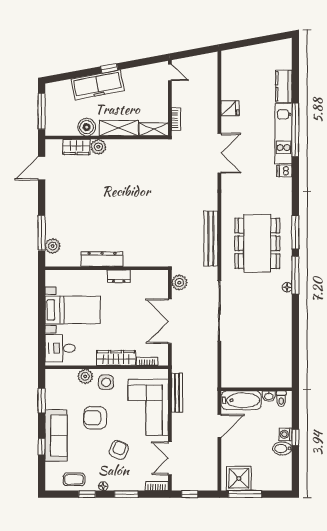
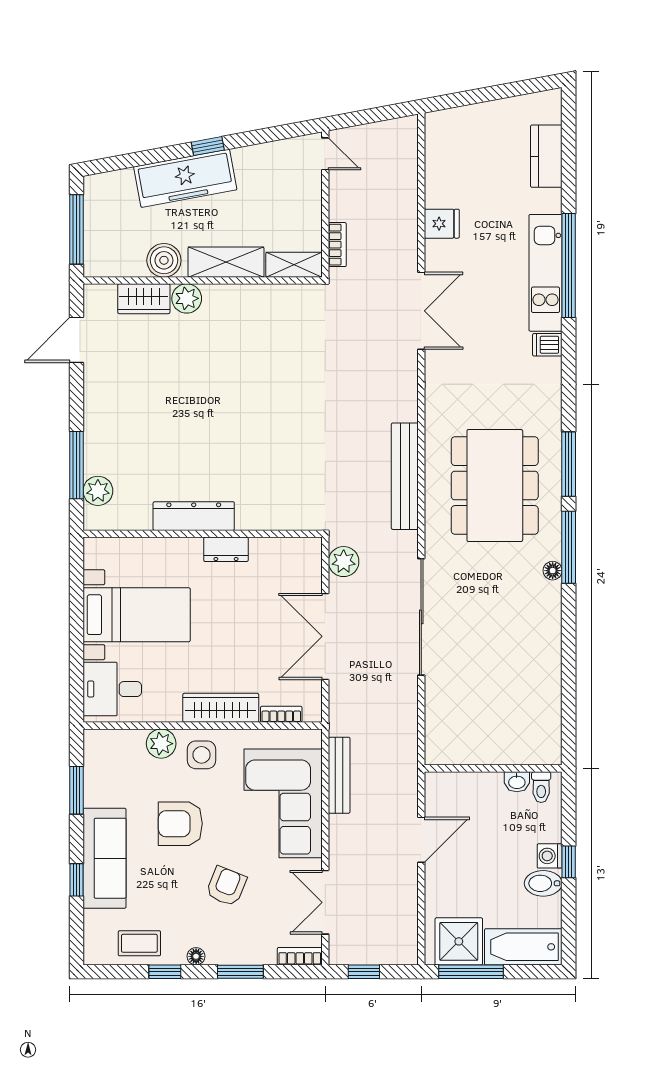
kitchen counter: (284, 86) -> (546, 156), moved
bathtub: (241, 400) -> (523, 947), moved, turned 180

